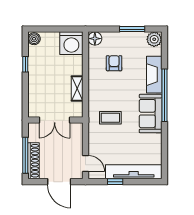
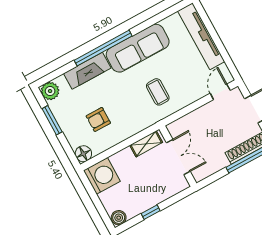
sofa: (151, 114) -> (138, 48), width x1.36
double door: (55, 120) -> (178, 157), moved
wall: (55, 120) -> (178, 156), moved
window: (115, 182) -> (222, 50), removed

